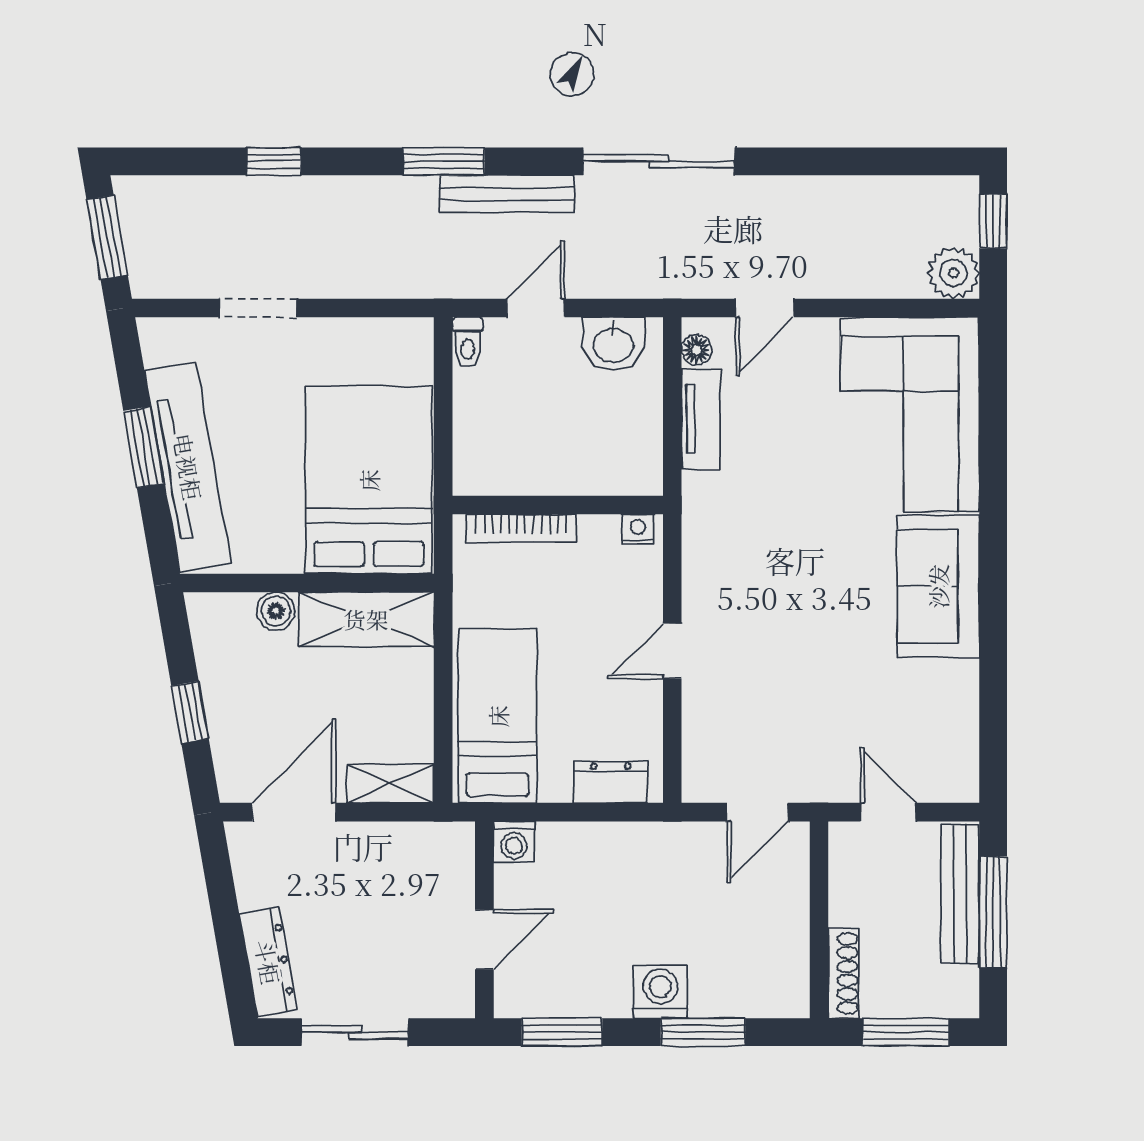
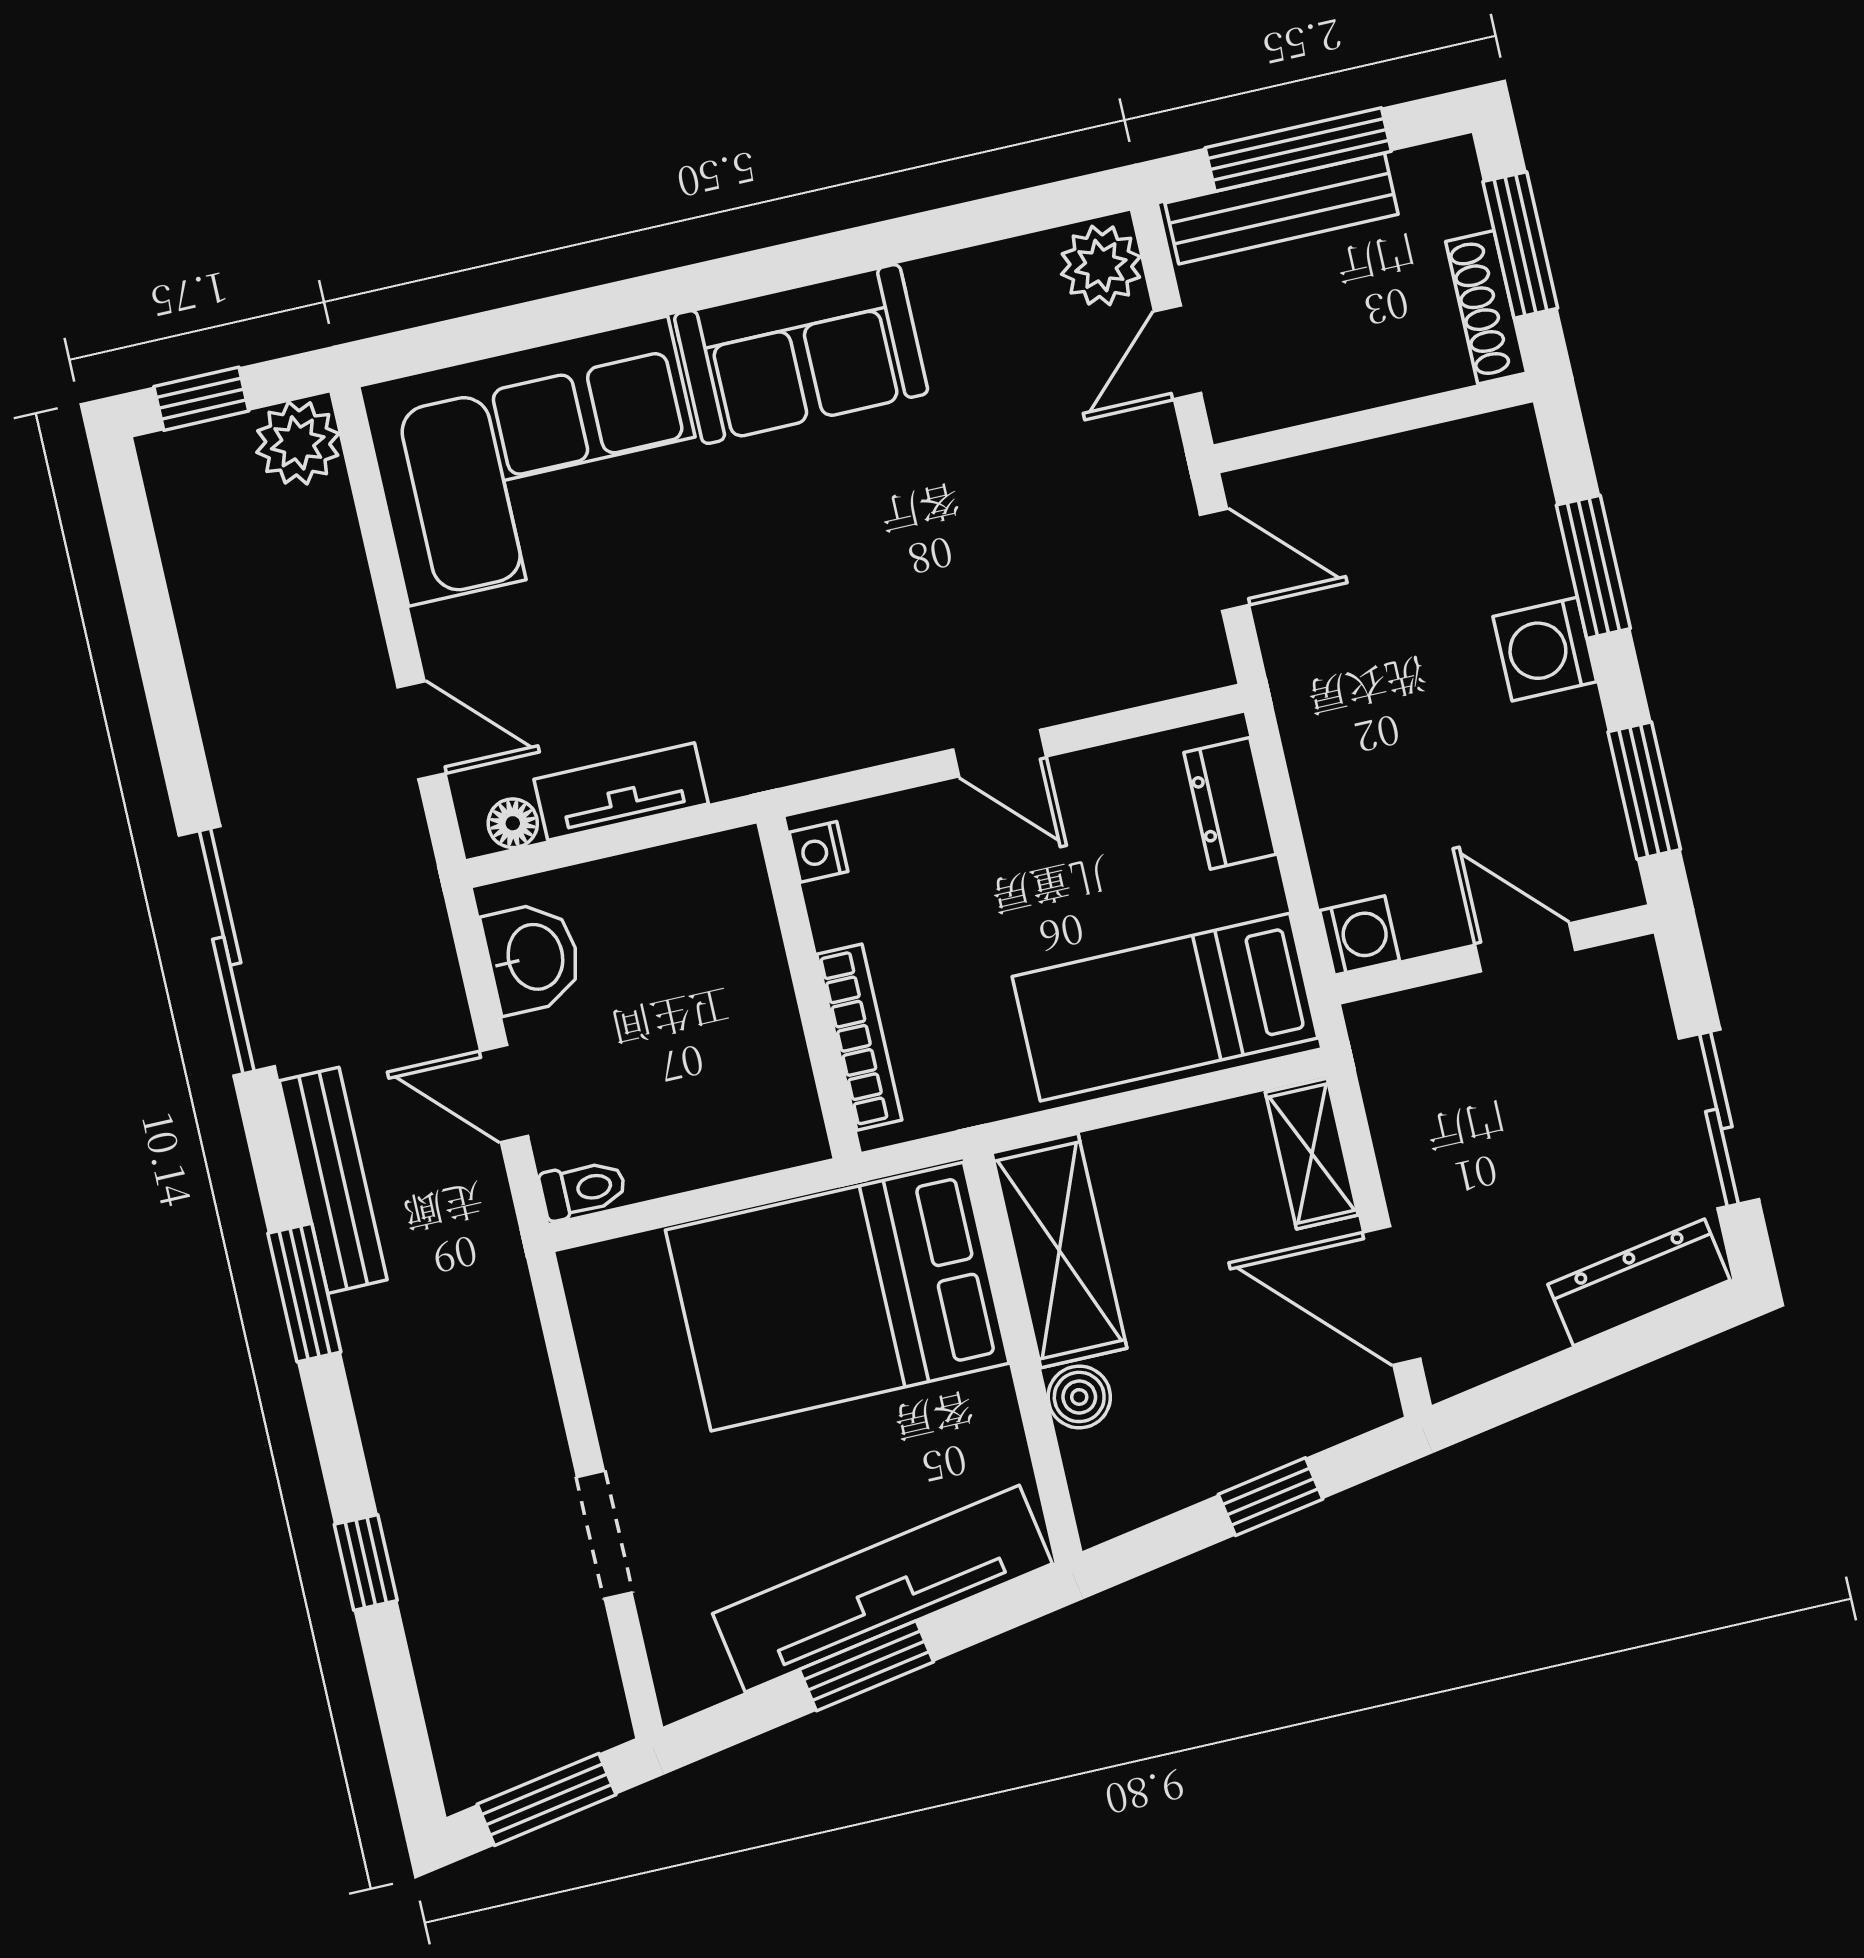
plant: (951, 778) -> (1101, 266), added
shoe rack: (843, 973) -> (1486, 307), moved, turned -90

